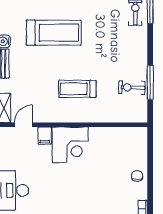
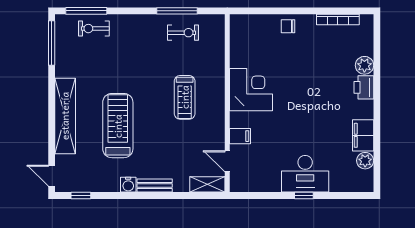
exercise bike: (132, 88) -> (183, 33), turned -92
corner desk: (70, 145) -> (251, 90), moved

